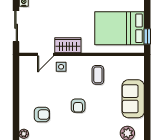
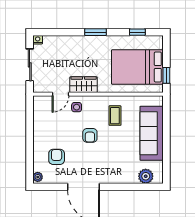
sofa: (133, 99) -> (152, 133), width x1.36
armchair: (78, 106) -> (90, 135), moved
armchair: (42, 115) -> (57, 157), turned -90

